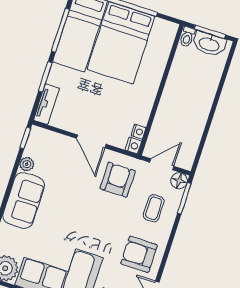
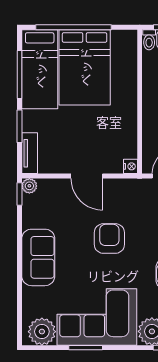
nightstand: (139, 132) -> (131, 151), removed
plant: (27, 164) -> (29, 186), moved
armchair: (118, 180) -> (109, 239), moved

